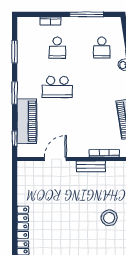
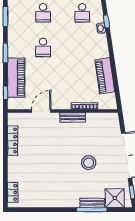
school desk: (57, 87) -> (43, 47), width x0.54
locker: (23, 222) -> (13, 141), moved

